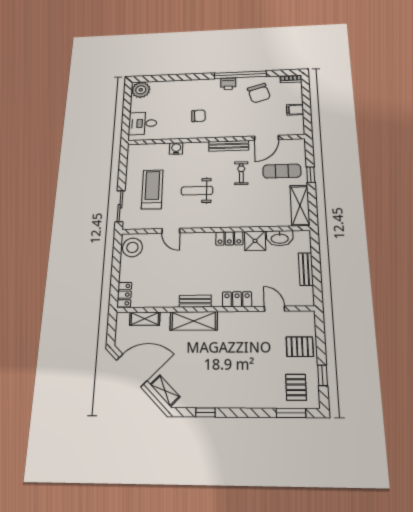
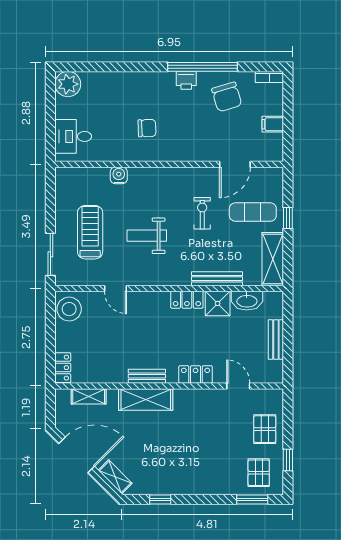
bench: (229, 146) -> (217, 279), moved
pallet: (300, 347) -> (265, 429), turned 90

